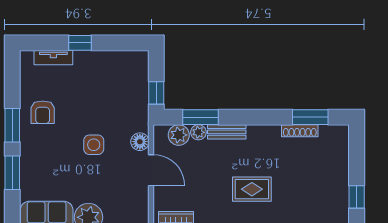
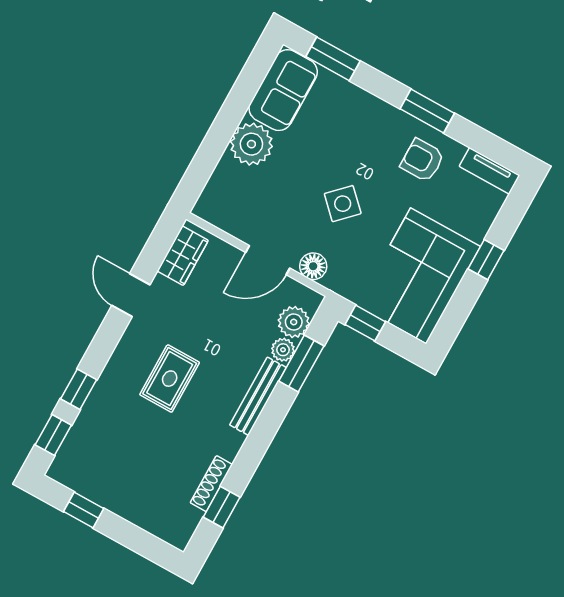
tv unit: (53, 58) -> (490, 171), moved, turned -90
corner sofa: (111, 77) -> (419, 276), added
window: (310, 117) -> (222, 507), width x0.67
bench: (227, 132) -> (258, 396), width x1.36
side table: (94, 145) -> (343, 204), turned 45
window: (12, 173) -> (333, 59), moved

